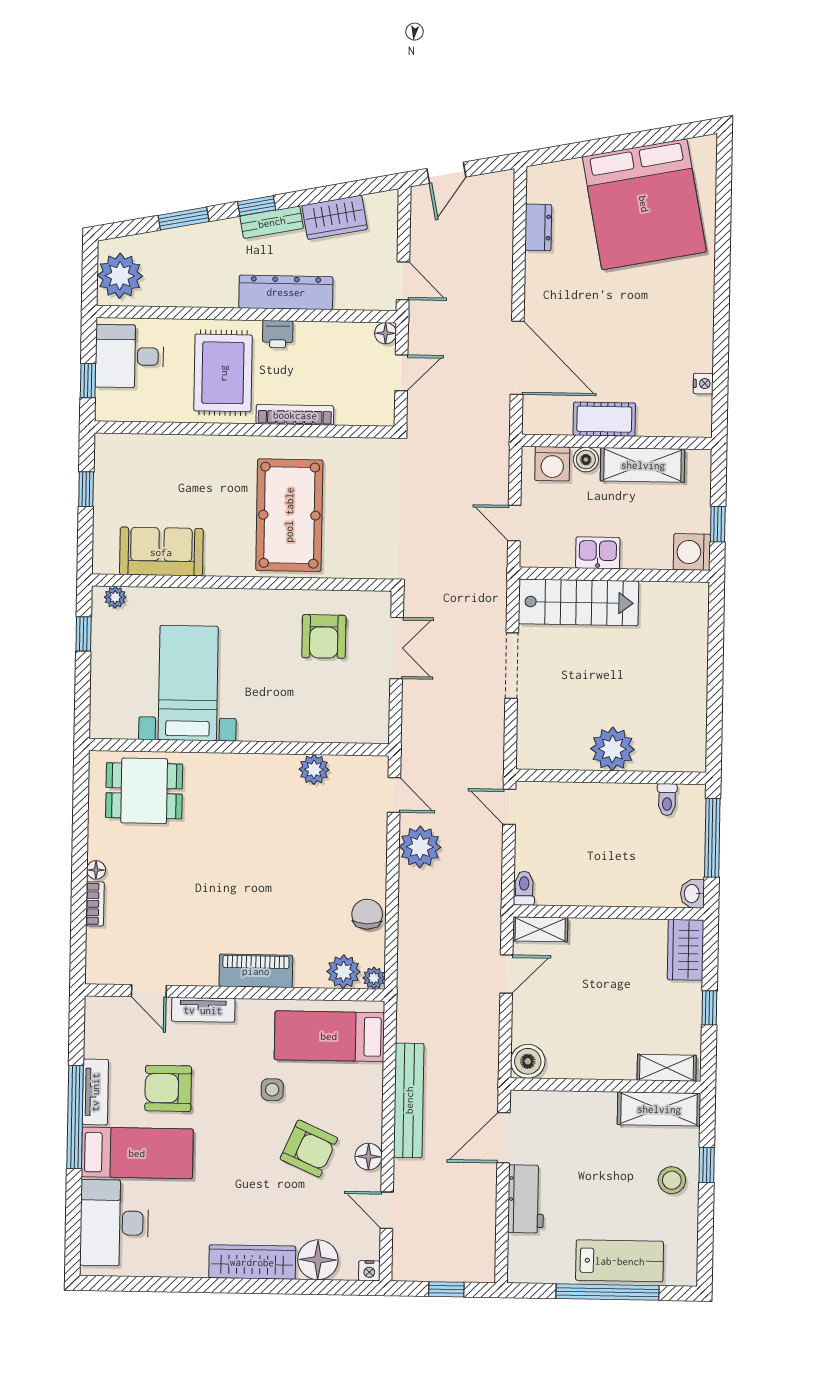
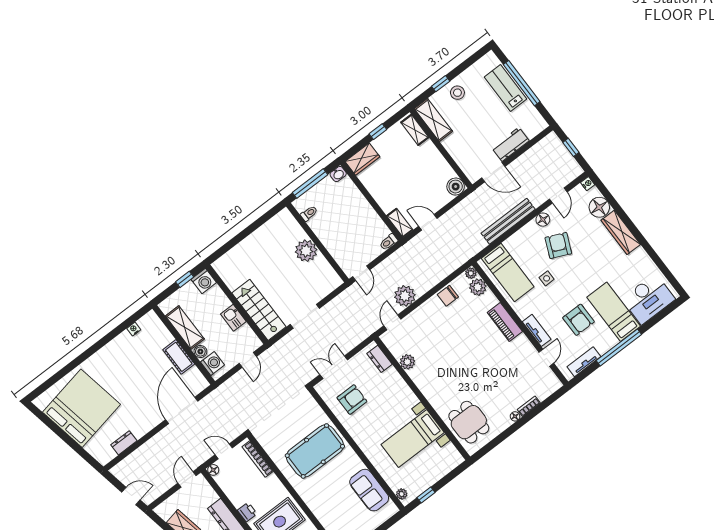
bookcase: (295, 415) -> (258, 459), moved
dresser: (353, 730) -> (380, 359), added
tv unit: (95, 1092) -> (584, 362), moved

